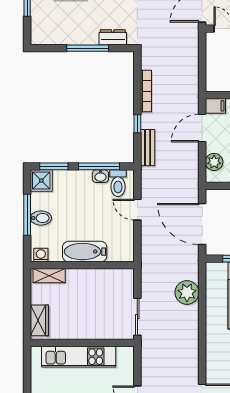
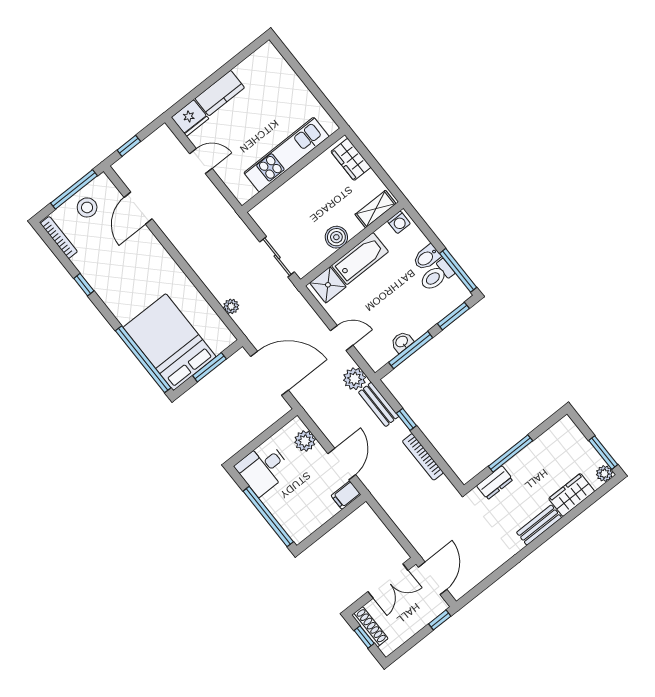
plant: (150, 177) -> (355, 379), added
shower: (41, 181) -> (328, 285), moved
toilet: (118, 183) -> (436, 276), moved, turned -90
window: (27, 215) -> (458, 270), moved
boiler: (89, 278) -> (336, 237), added
plant: (187, 292) -> (231, 306), width x0.53, depth x0.53
sliding door: (137, 317) -> (277, 257), moved

